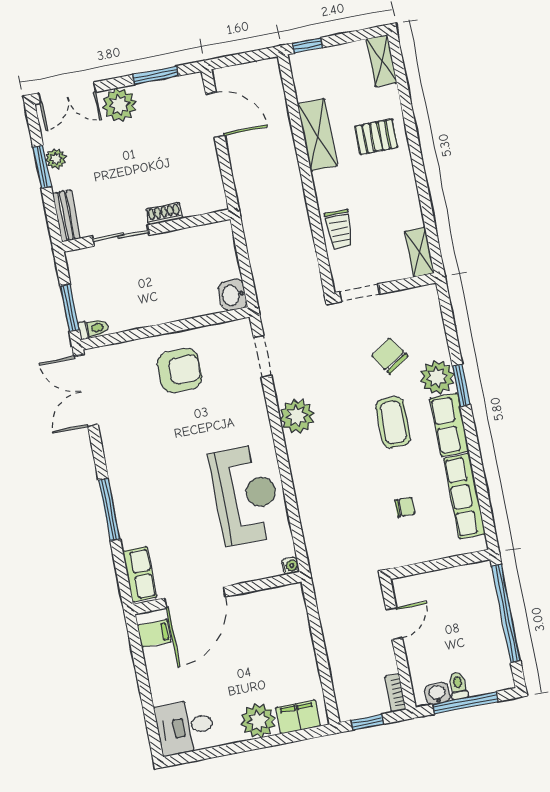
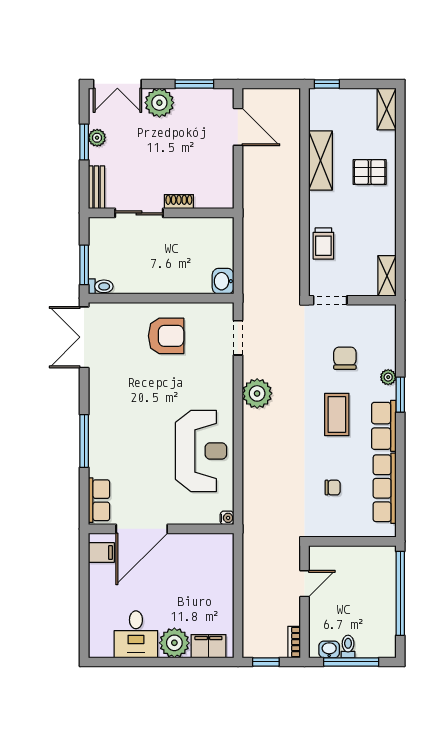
chair: (390, 356) -> (345, 358), turned 34
plant: (437, 377) -> (388, 377), width x0.53, depth x0.53
desk: (185, 727) -> (136, 634), moved, turned -90

